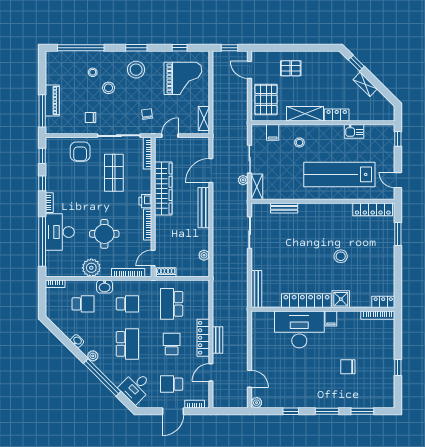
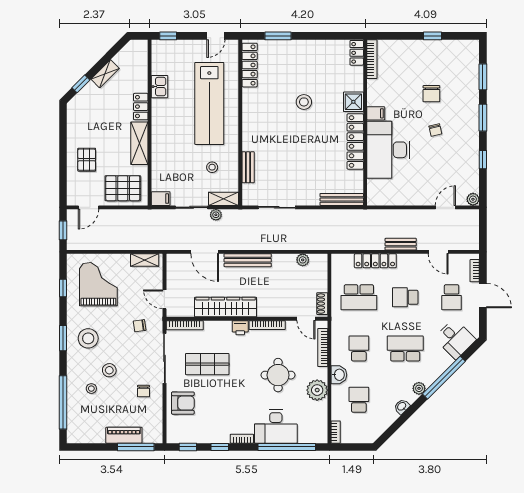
filing cabinet: (273, 132) -> (161, 199), moved
stool: (299, 142) -> (212, 167), moved
locker: (203, 338) -> (375, 261), moved
chair: (316, 370) -> (435, 130), added

